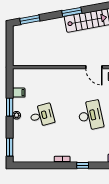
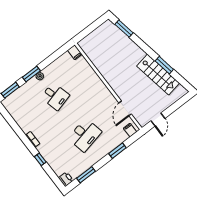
window: (72, 12) -> (164, 65), moved
filing cabinet: (19, 93) -> (75, 52), moved
window: (10, 107) -> (31, 74), moved

